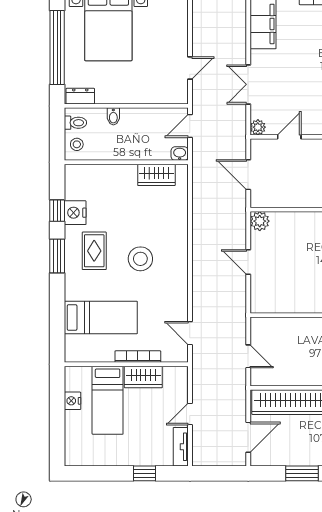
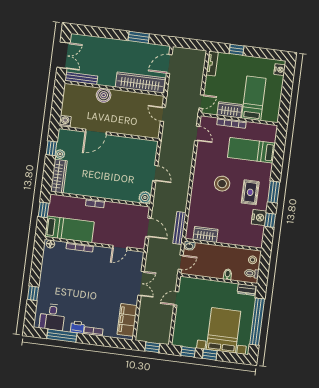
plant: (258, 127) -> (139, 256), removed
bench: (199, 180) -> (179, 228), added
nightstand: (73, 401) -> (280, 70), moved
door: (190, 414) -> (201, 102), moved

